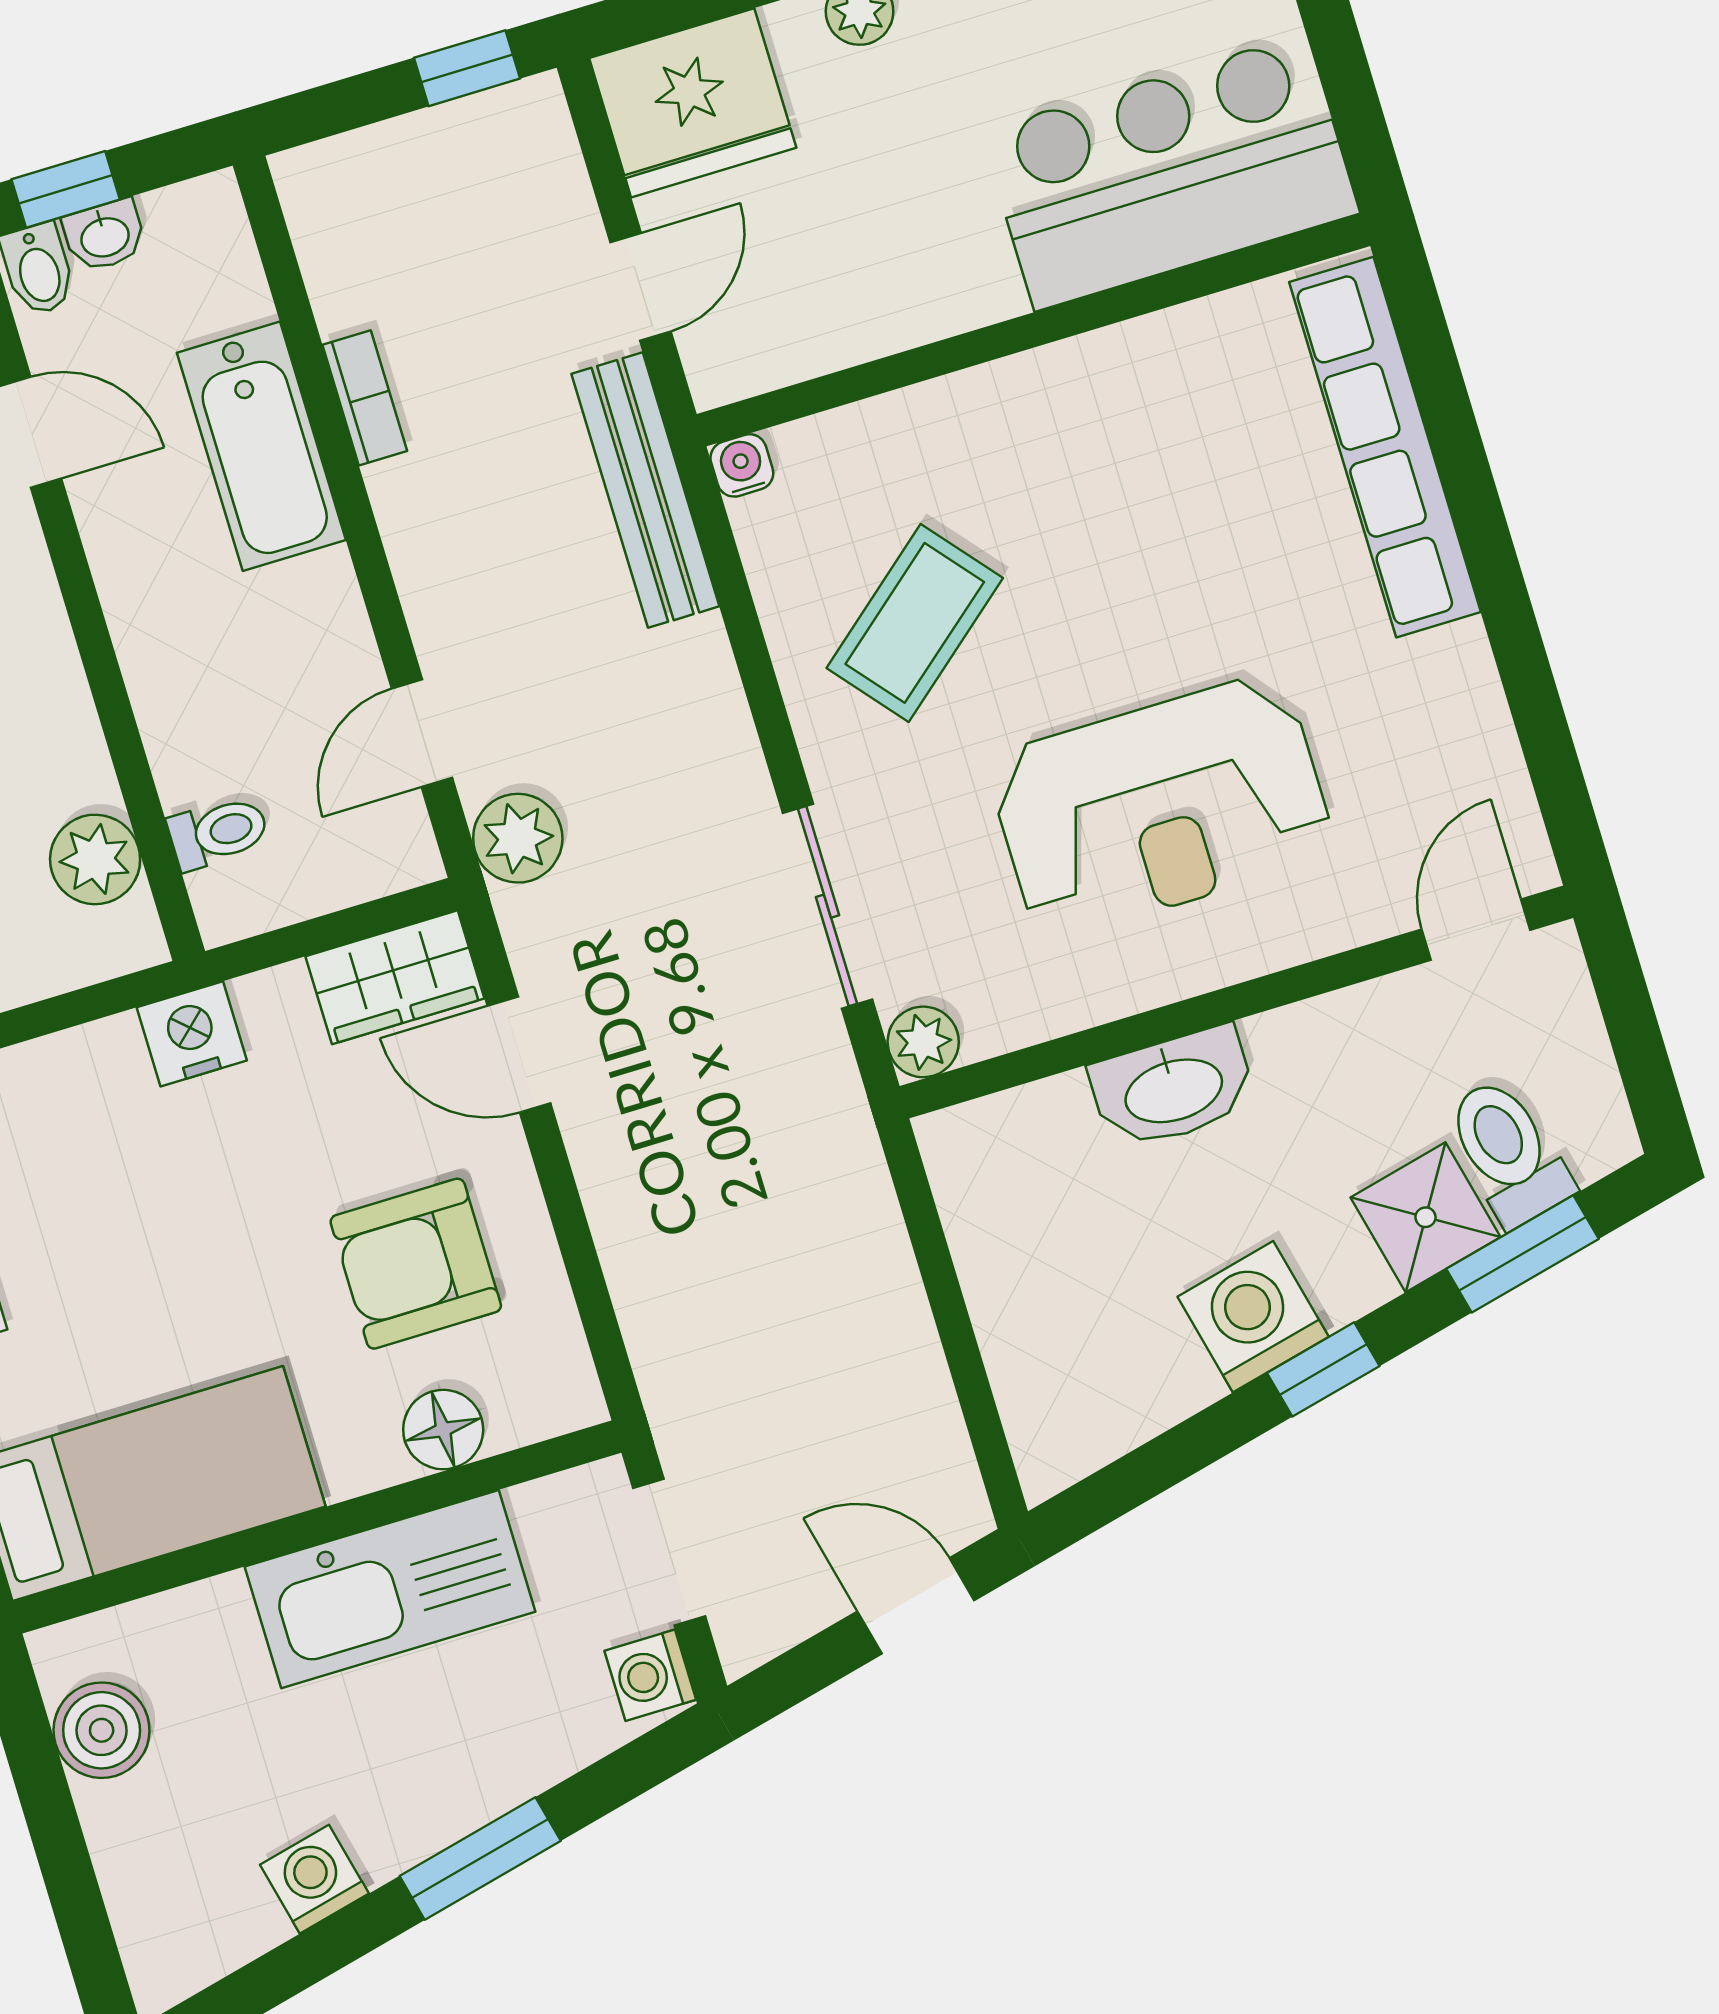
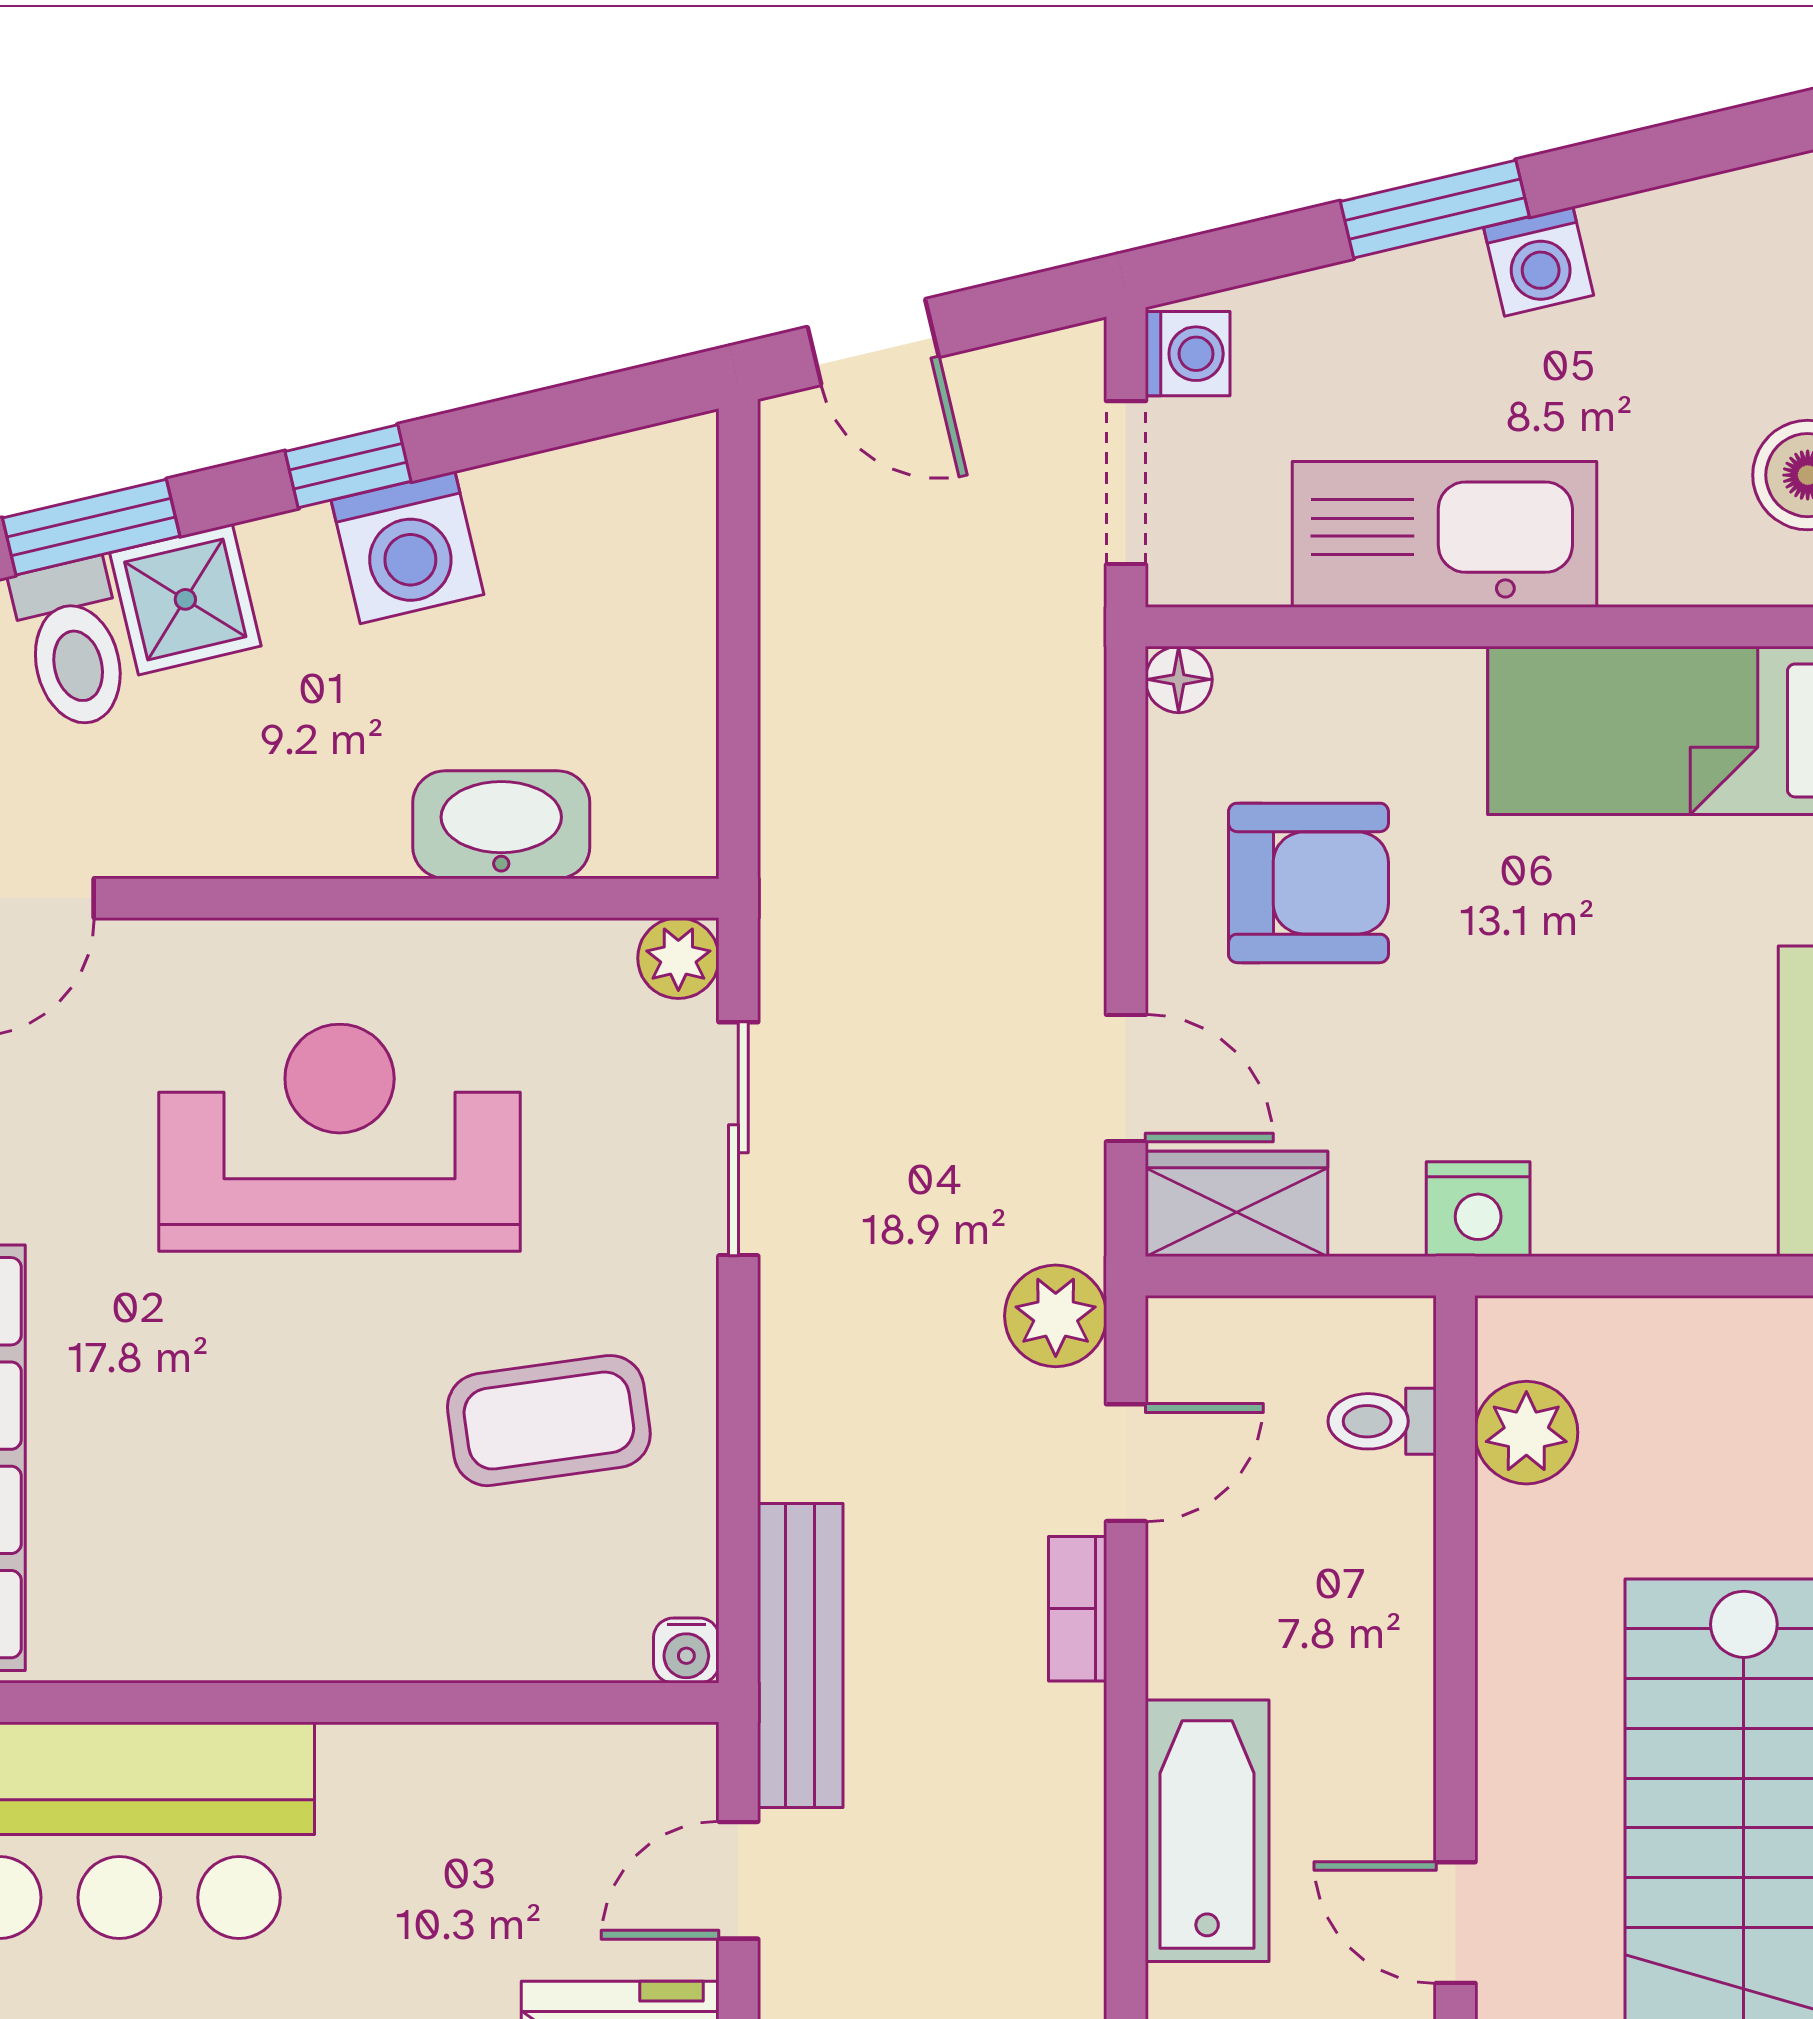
bookcase: (365, 398) -> (1078, 1609), moved
coffee table: (915, 623) -> (549, 1421), turned 32
washbasin: (1173, 1088) -> (501, 825), moved
floor lamp: (443, 1430) -> (1179, 679), moved, width x0.73, depth x0.73
washing machine: (314, 1879) -> (1539, 261), moved

